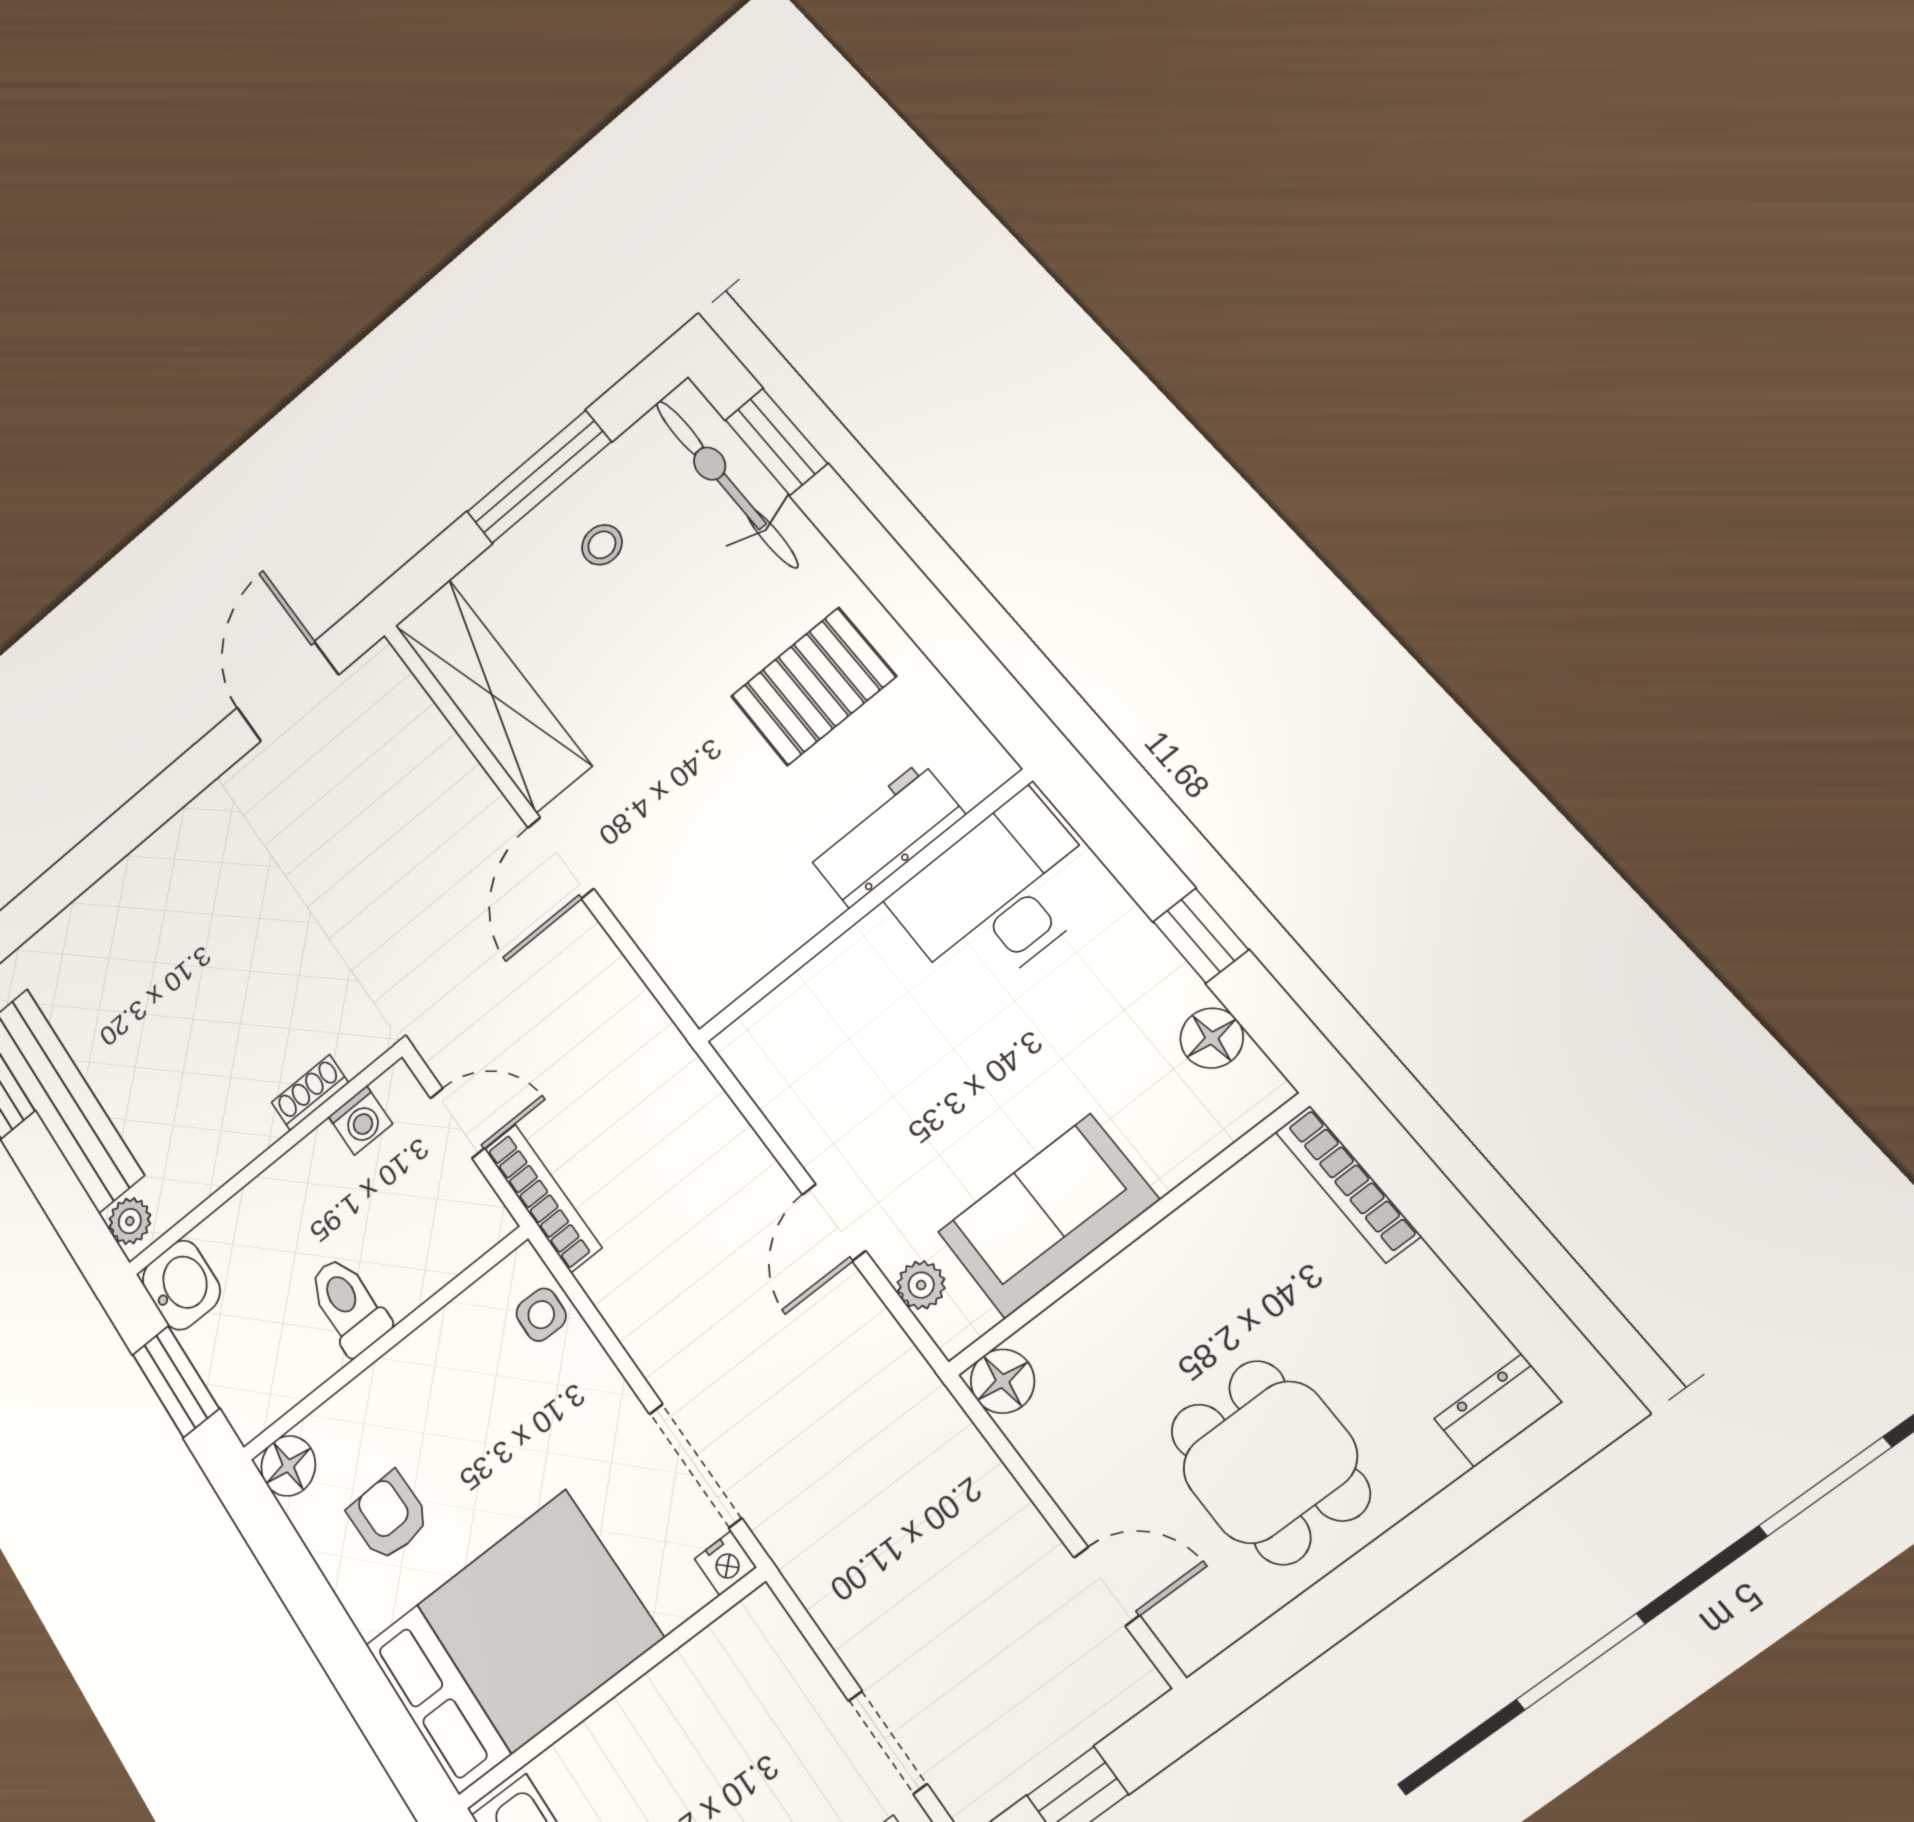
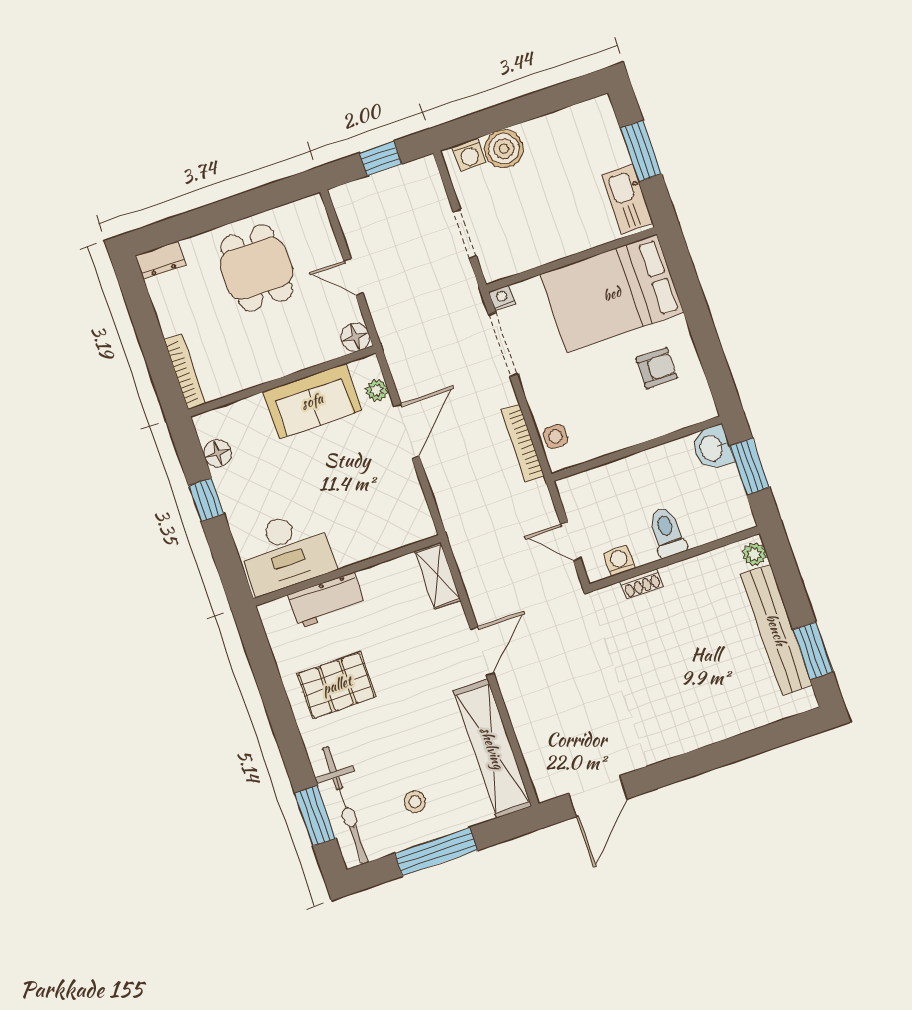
shelving: (685, 964) -> (438, 576), added
bookcase: (543, 1198) -> (523, 443), moved
door: (834, 1223) -> (406, 431), width x1.38
washbasin: (181, 1285) -> (712, 448), moved
toilet: (348, 1305) -> (667, 532), moved, turned 180
floor lamp: (288, 1466) -> (701, 407), removed
armchair: (389, 1516) -> (657, 368), turned -88
door: (1107, 1586) -> (353, 277), moved
doorway: (888, 1742) -> (465, 234), moved

